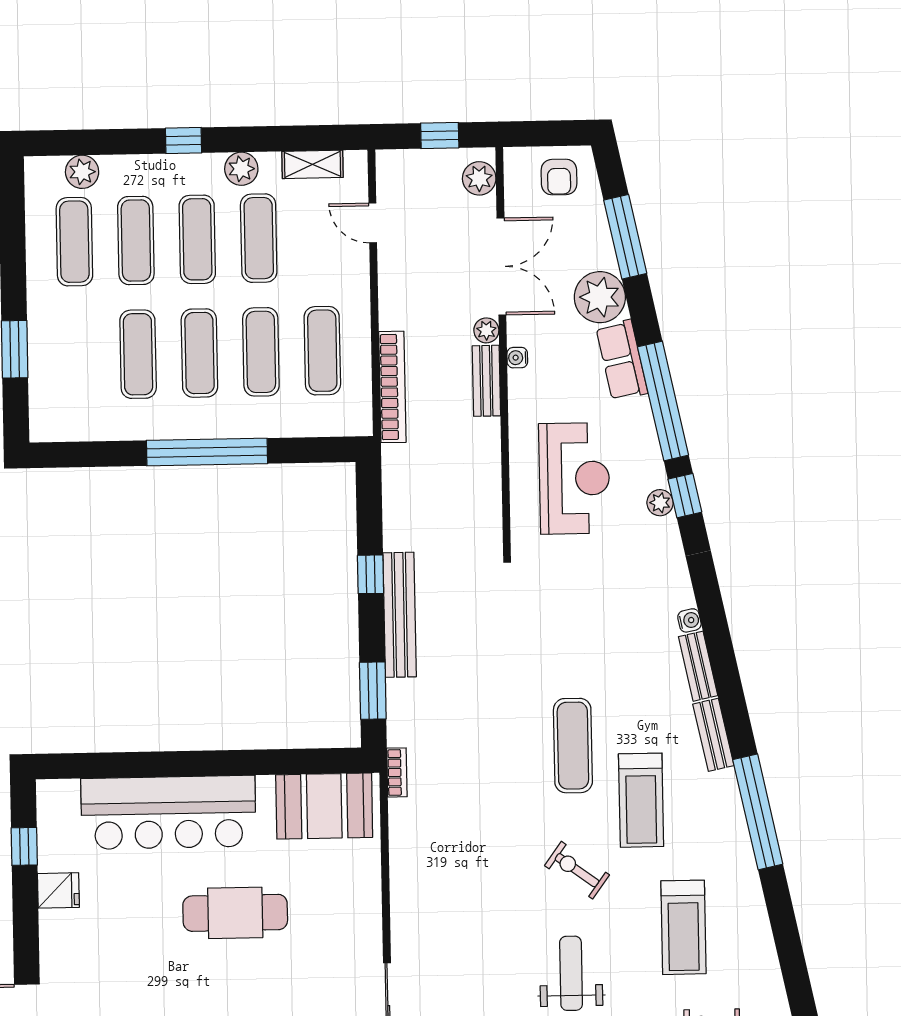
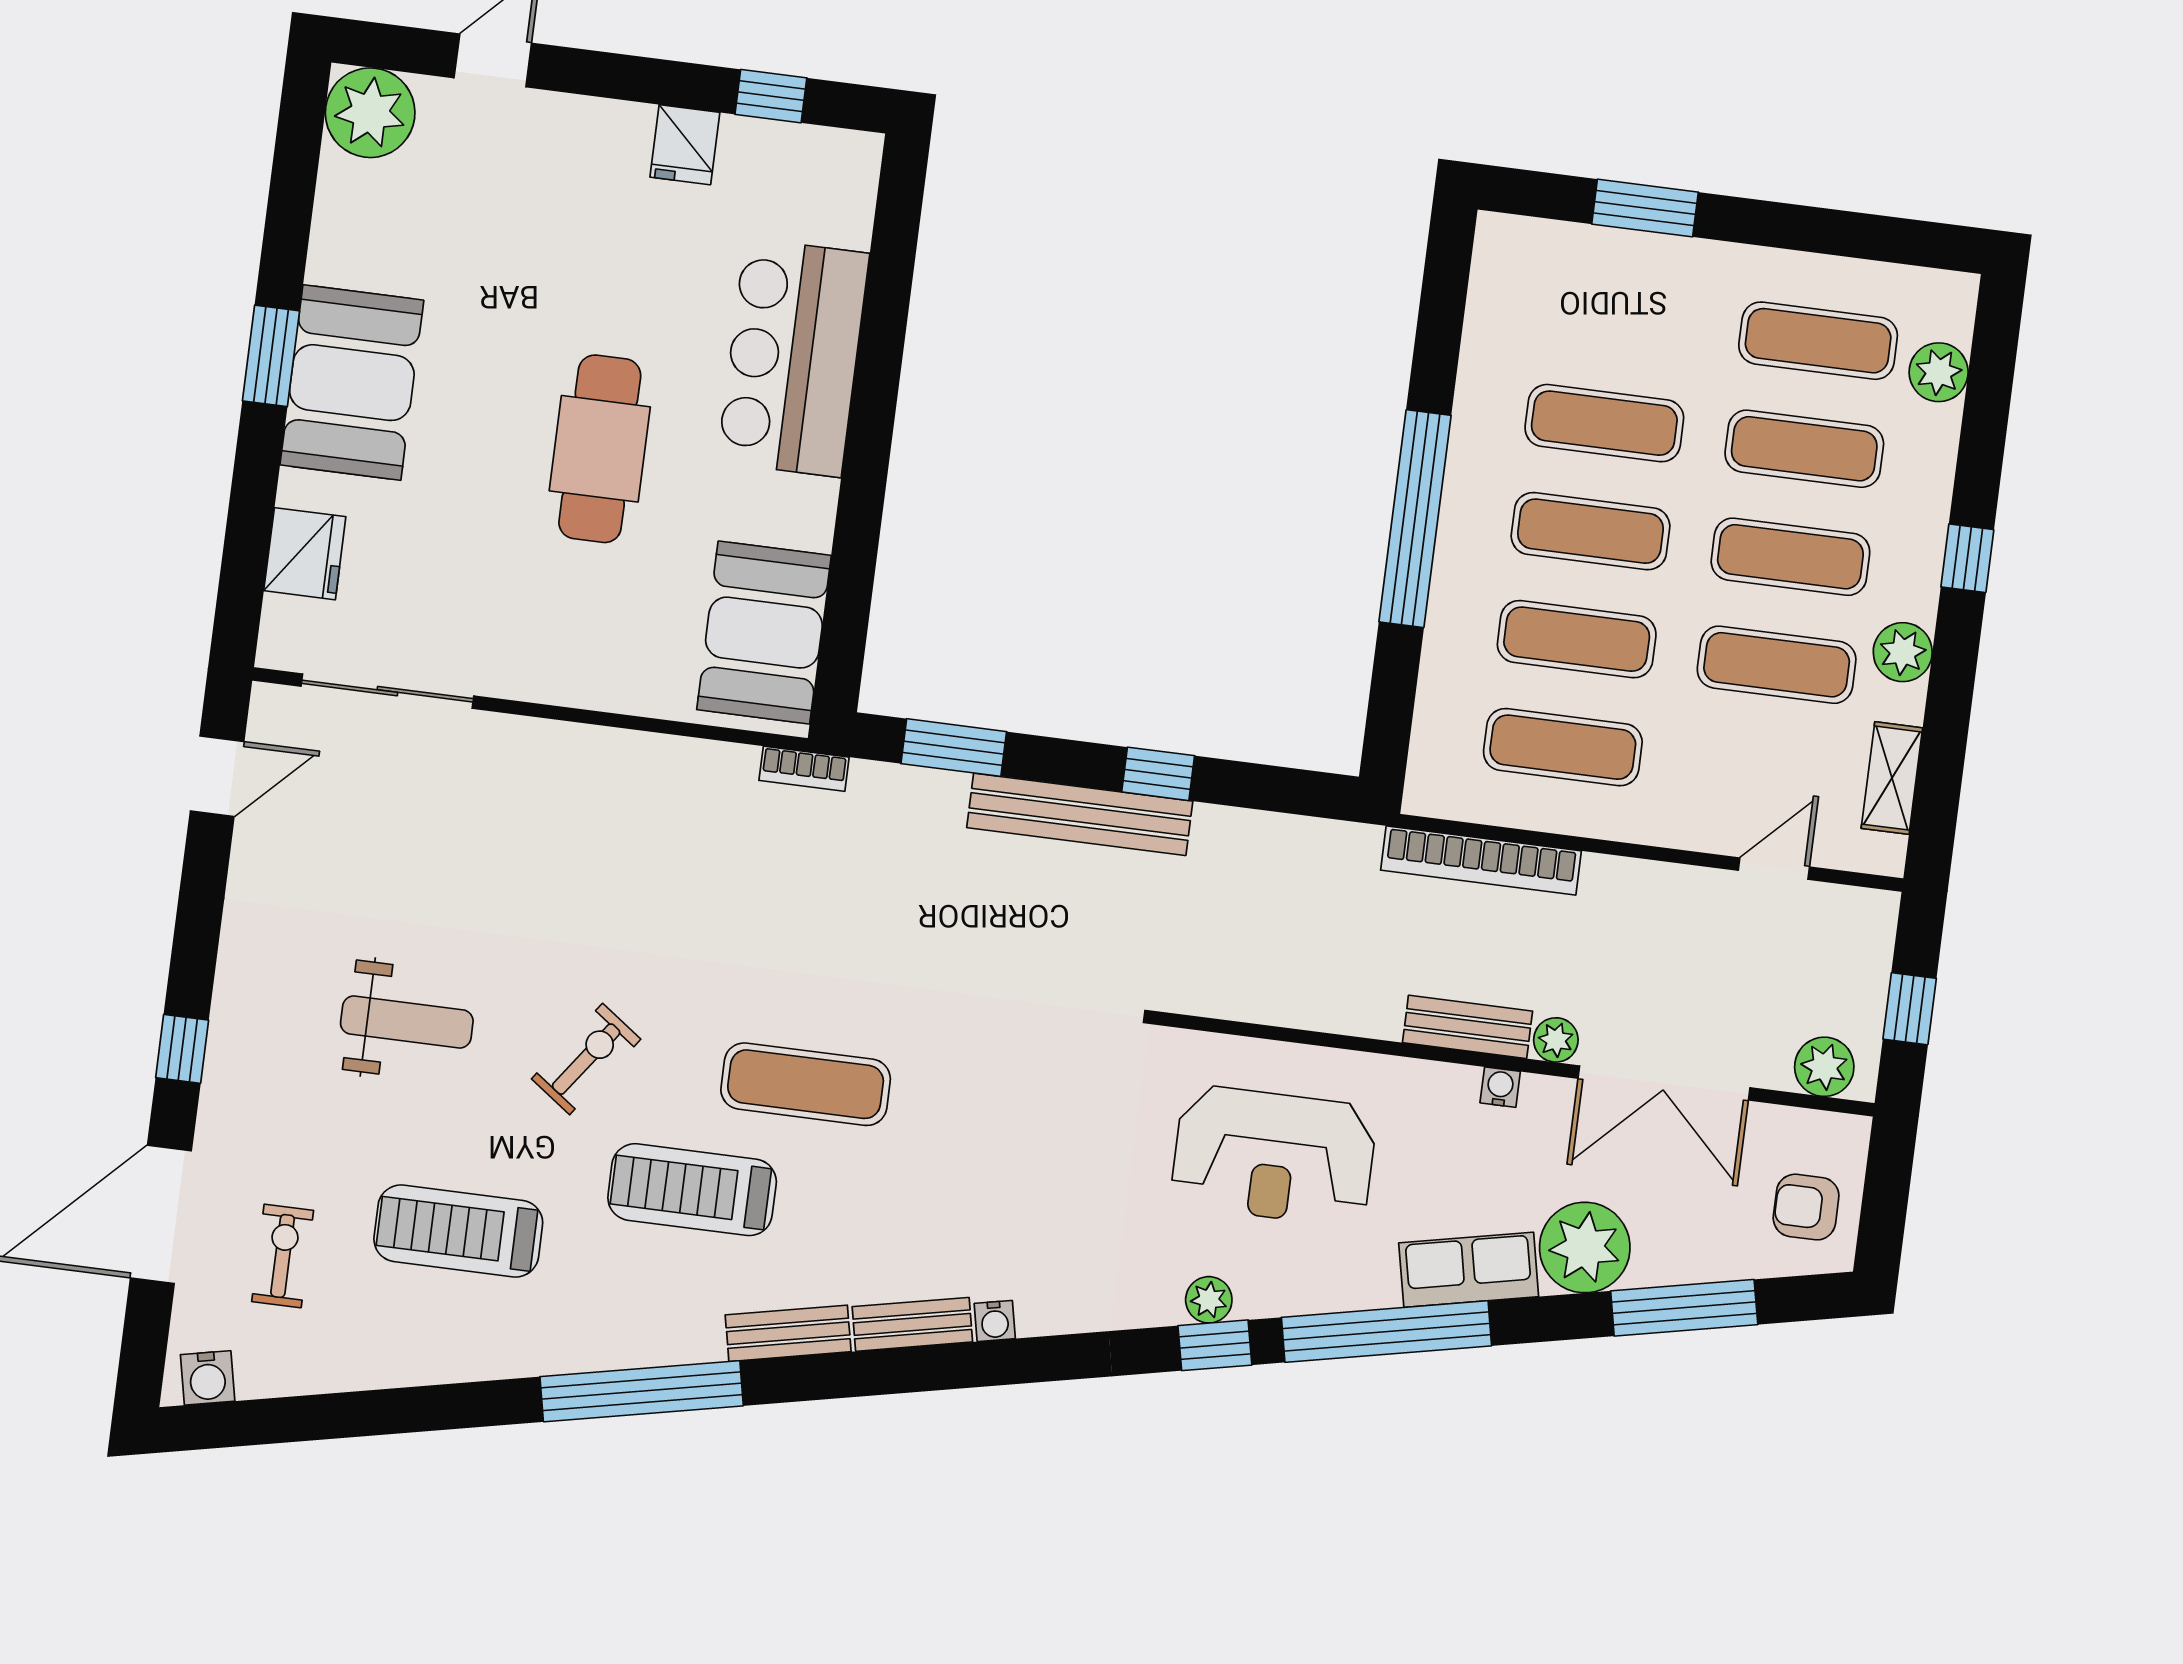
bar counter: (168, 812) -> (793, 358), width x0.73

